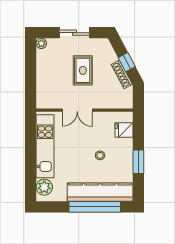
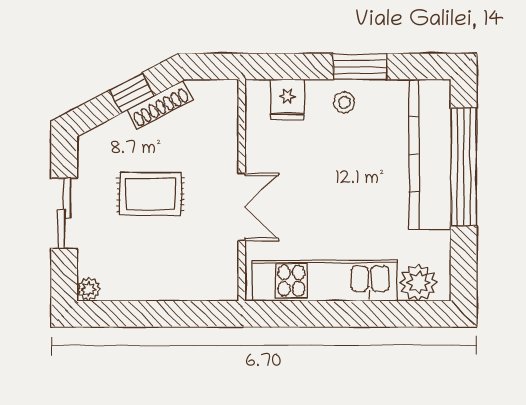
stool: (100, 155) -> (344, 102), moved

